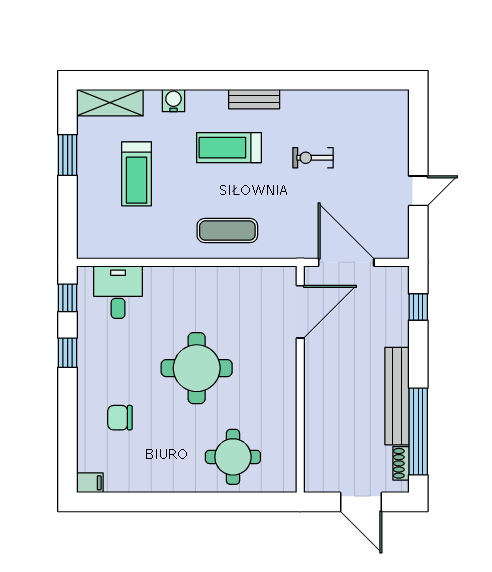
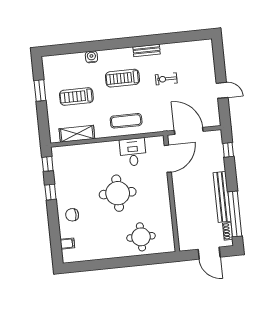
bench: (254, 99) -> (147, 50), moved
shelving: (110, 103) -> (77, 134), moved
treadmill: (137, 174) -> (76, 96), turned 90
door: (418, 191) -> (222, 90), hinge flipped
desk: (118, 292) -> (133, 152), moved
chair: (120, 418) -> (72, 215), moved
filing cabinet: (90, 483) -> (67, 244), moved

